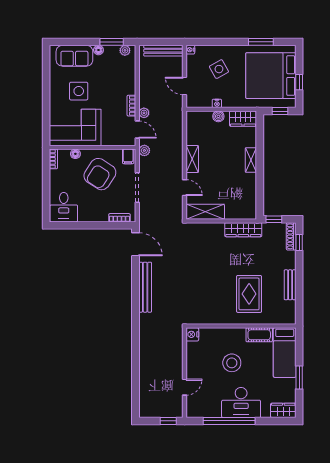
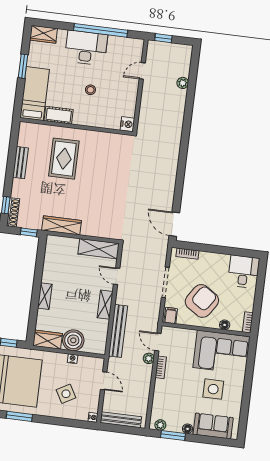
boiler: (218, 116) -> (73, 340), width x1.86, depth x1.86
plant: (144, 150) -> (183, 83), moved
bench: (145, 287) -> (118, 331), moved
stool: (232, 363) -> (90, 90), width x0.53, depth x0.53

